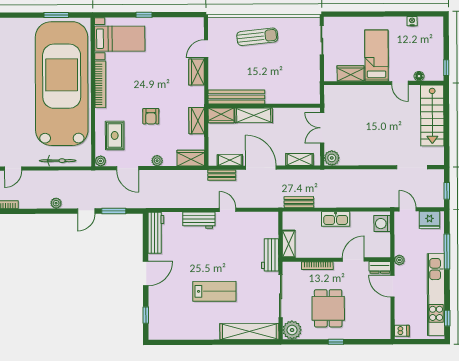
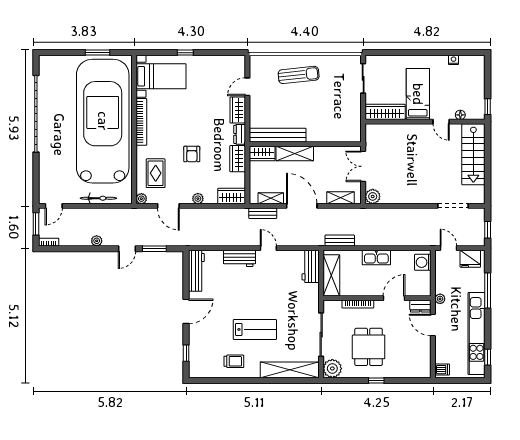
wardrobe: (351, 73) -> (385, 112), width x1.50
dresser: (199, 96) -> (240, 134), added
shelving: (289, 244) -> (331, 275), width x1.50, depth x1.33
workbench: (270, 255) -> (311, 266), moved
trolley: (194, 323) -> (234, 361), added

